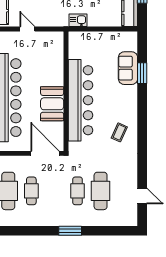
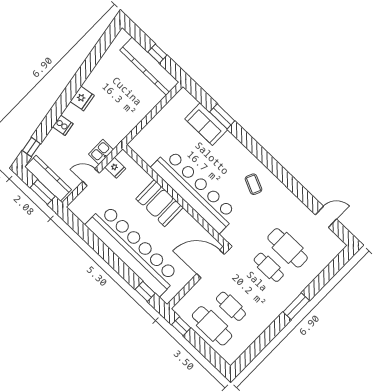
kitchen sink: (78, 20) -> (101, 152), moved
fridge: (47, 38) -> (115, 168), added
booth: (52, 104) -> (160, 203), moved

